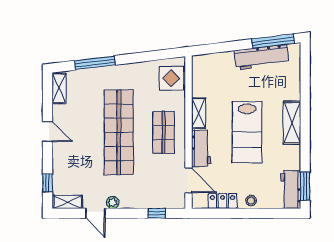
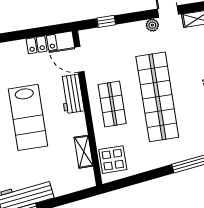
shelving: (198, 113) -> (84, 152), moved
lab bench: (247, 132) -> (28, 117), turned 180
stool: (251, 201) -> (13, 49), removed

